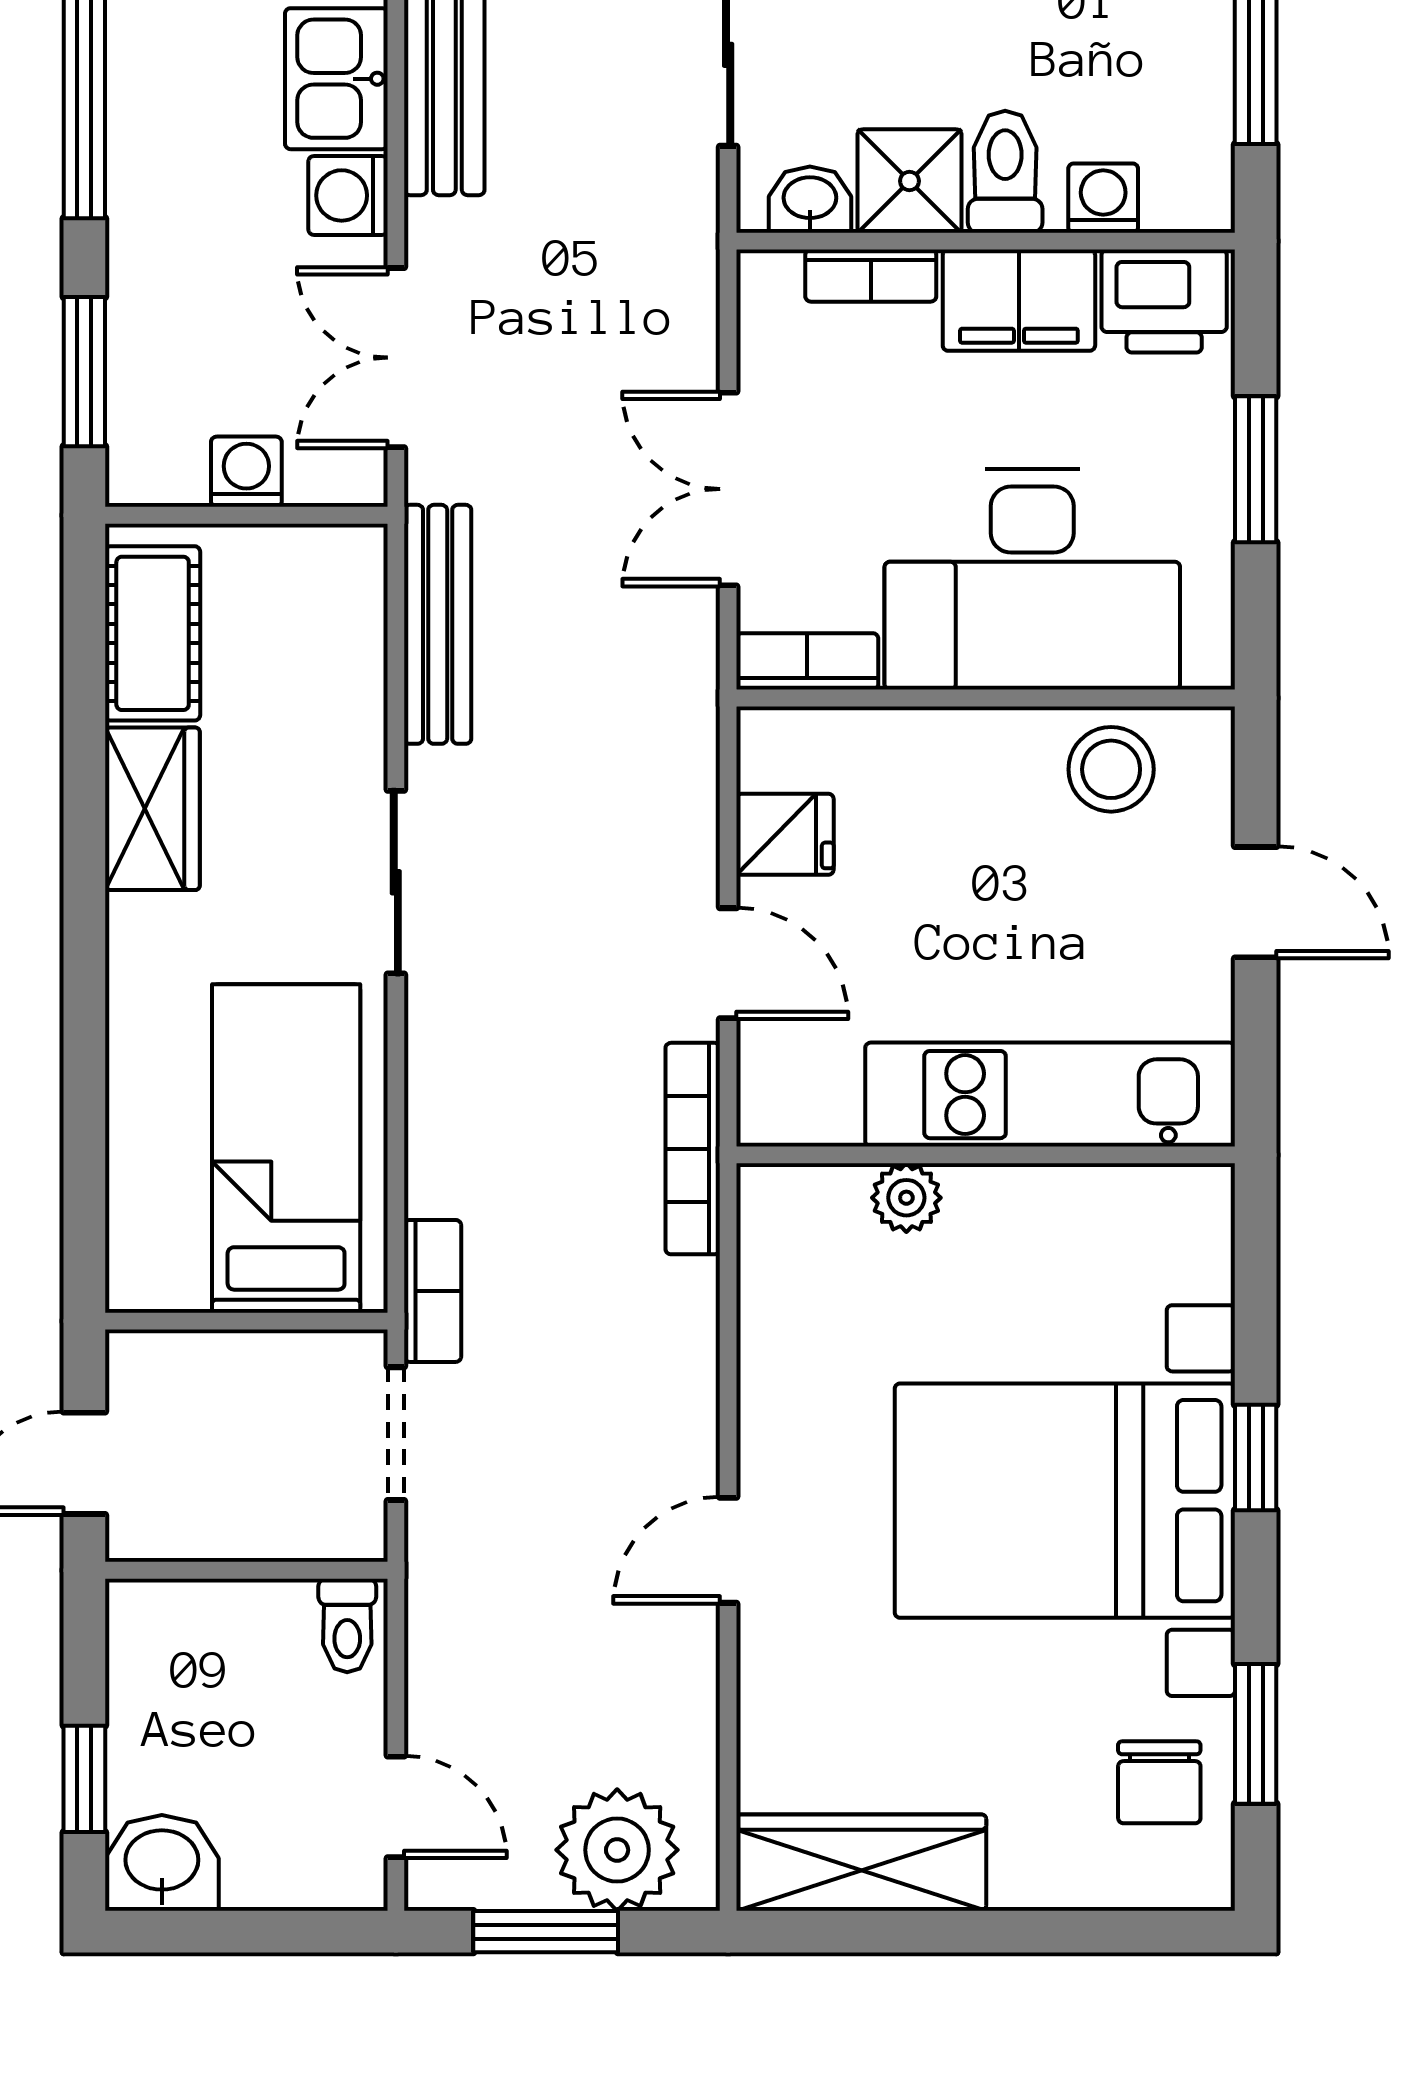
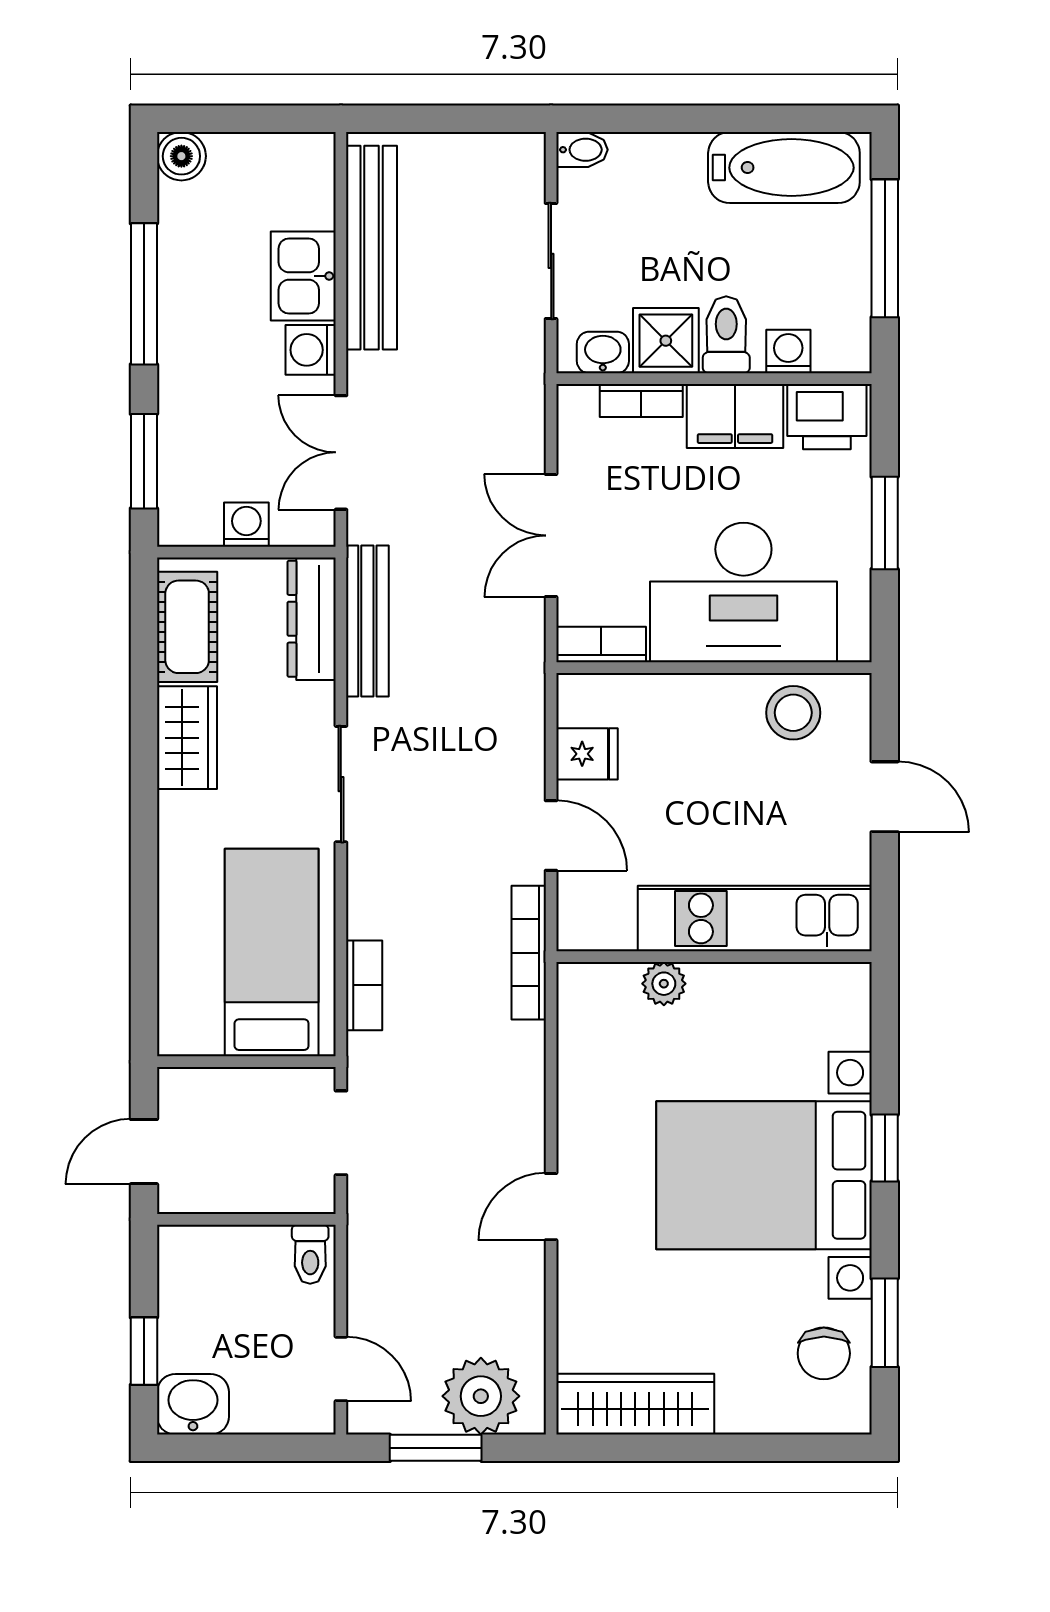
dresser: (350, 621) -> (312, 619), added
bookcase: (433, 1291) -> (364, 985), moved

